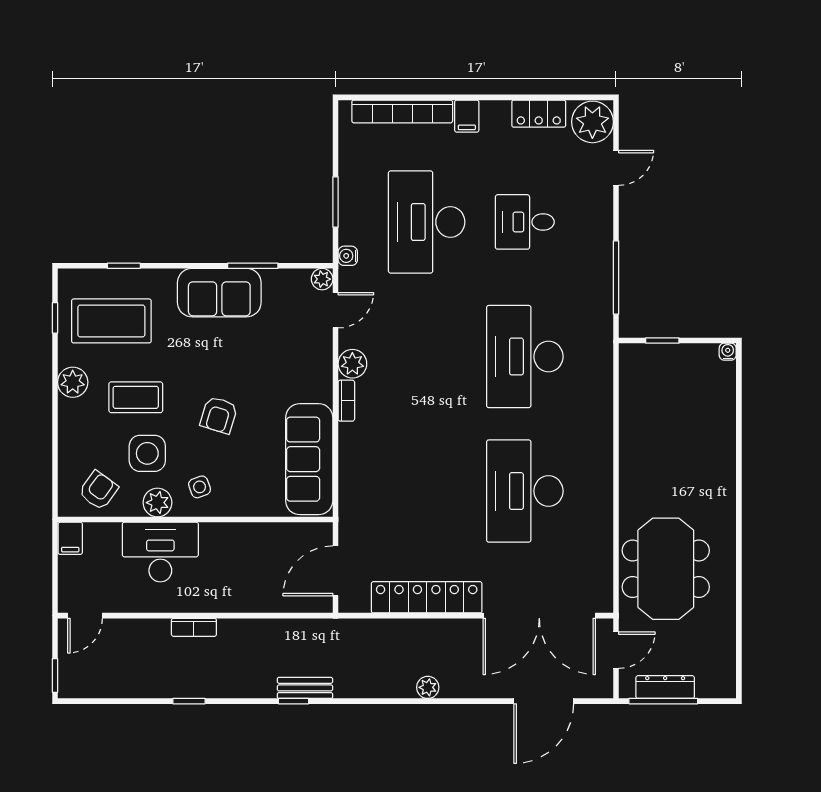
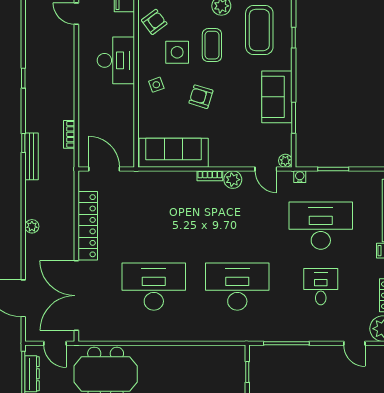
armchair: (98, 490) -> (154, 22), turned -73
plant: (157, 503) -> (147, 59), removed
bookcase: (194, 627) -> (69, 134), moved
bench: (305, 688) -> (32, 156), width x1.36

